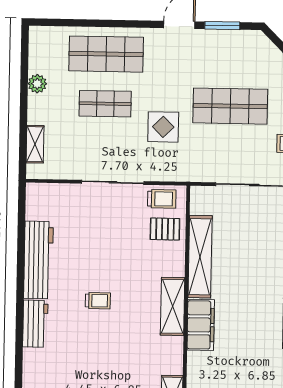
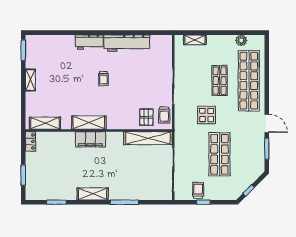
shop shelf: (106, 54) -> (249, 81), width x1.40
plant: (37, 84) -> (241, 40), moved
shelving: (200, 257) -> (148, 138), moved
shelving: (173, 306) -> (89, 123), moved

